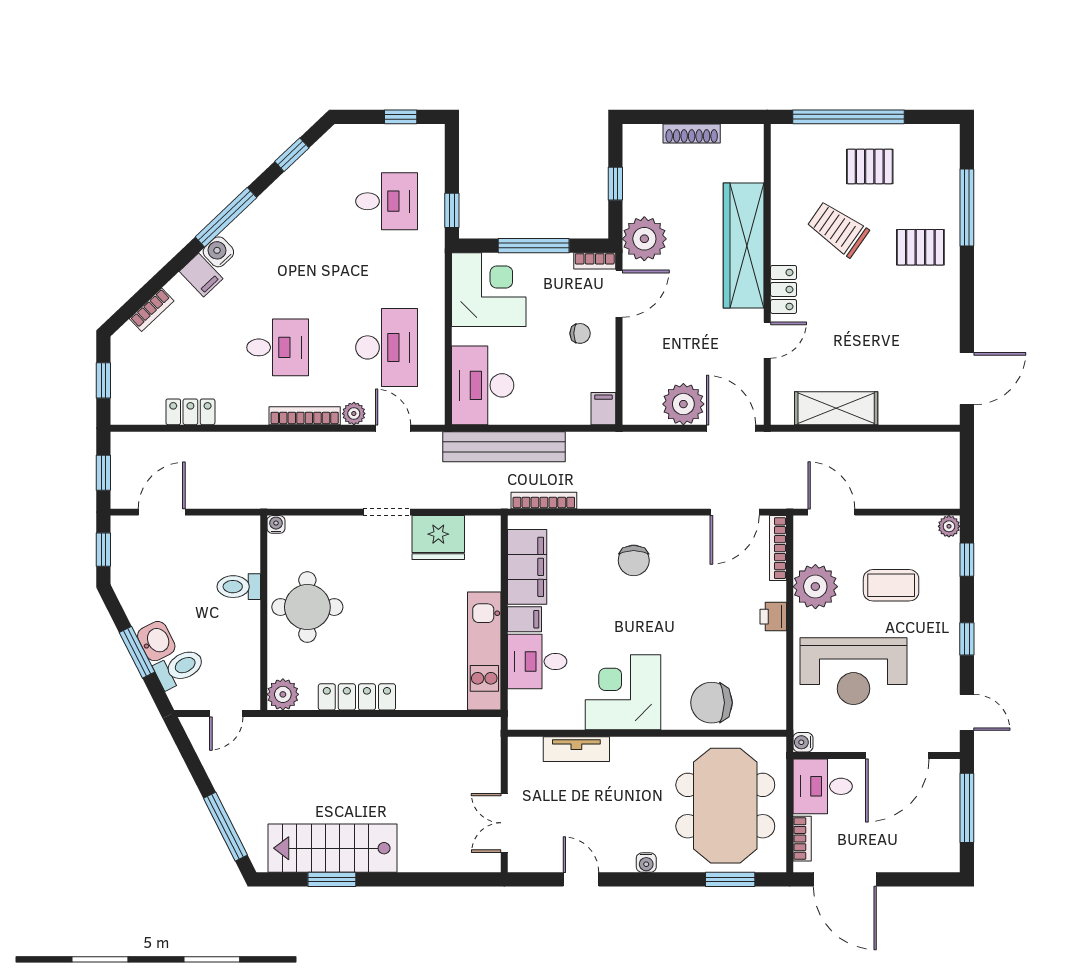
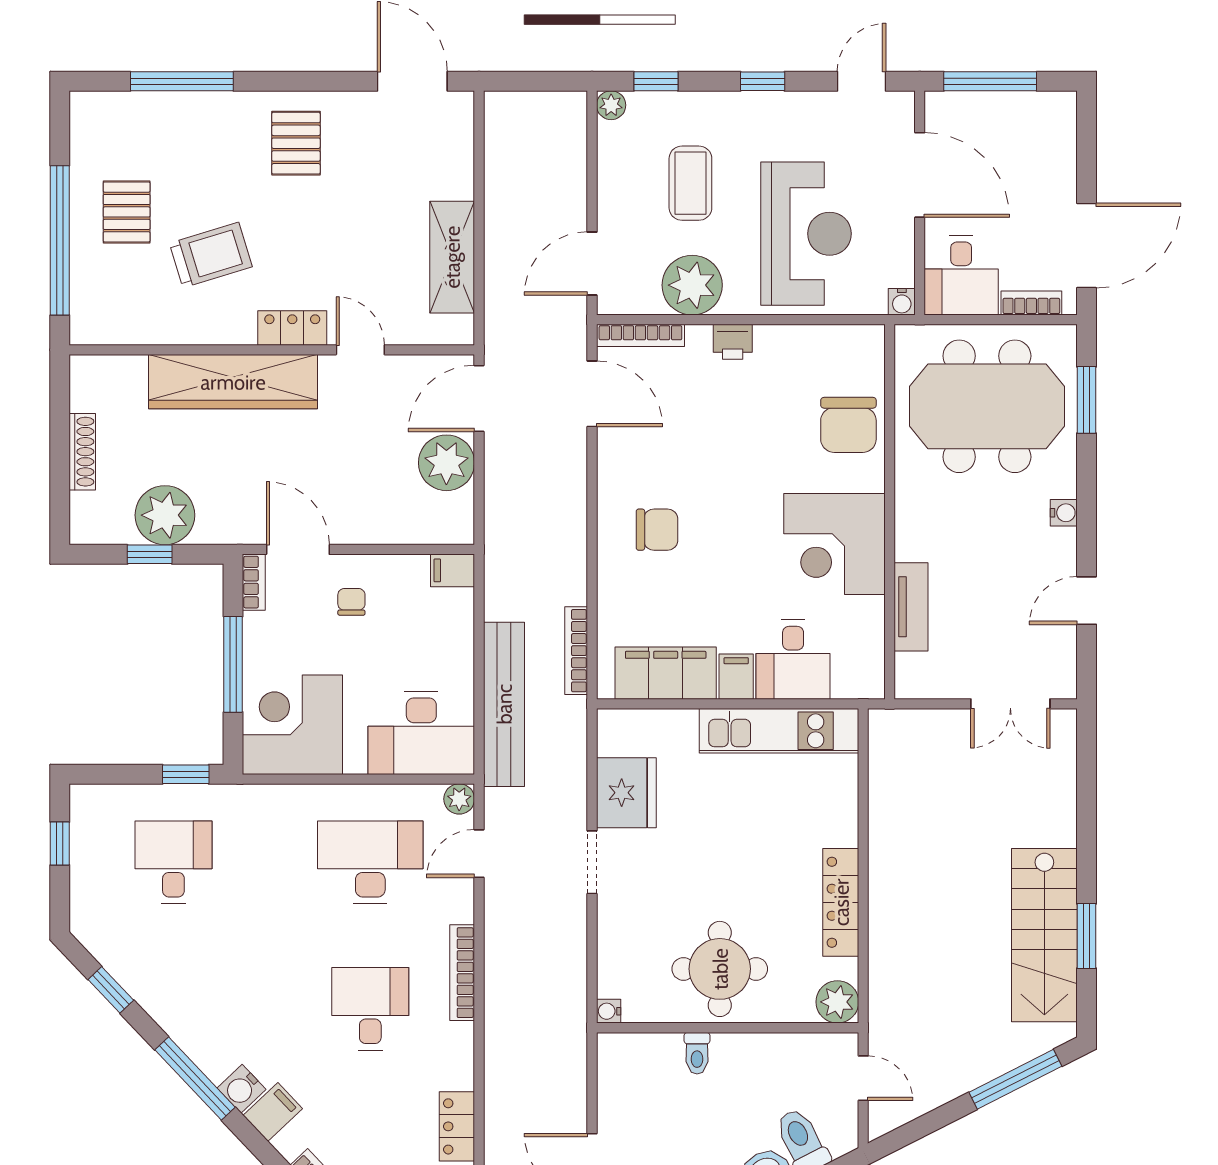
trolley: (838, 229) -> (211, 255), turned -142
plant: (644, 239) -> (165, 515), moved
pallet: (920, 247) -> (296, 143), moved
plant: (354, 414) -> (459, 799), moved
toilet: (239, 587) -> (697, 1053), width x0.73, depth x0.72

